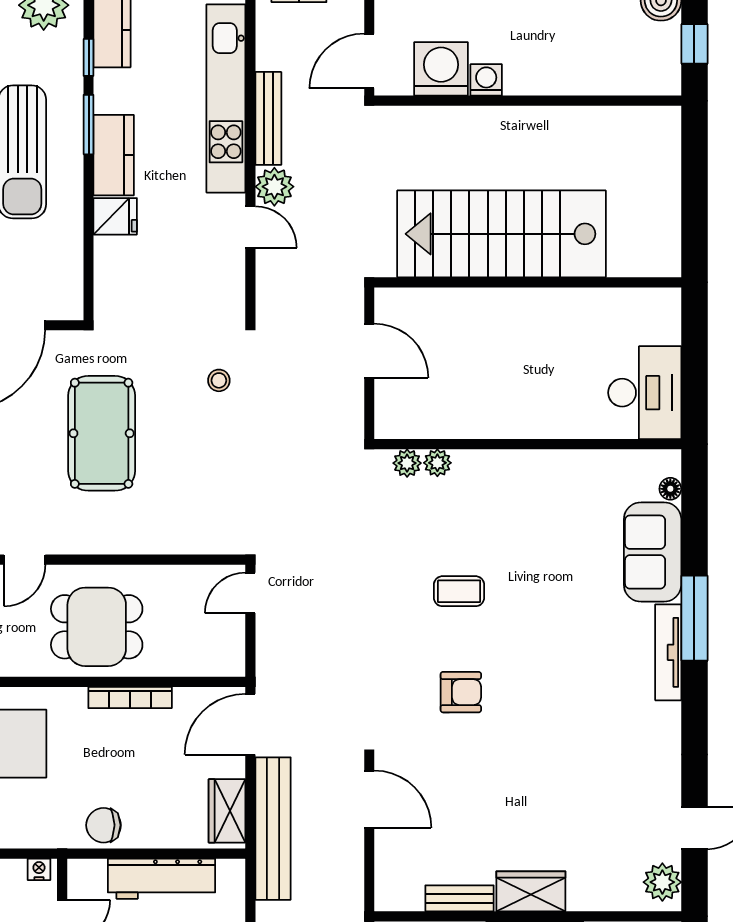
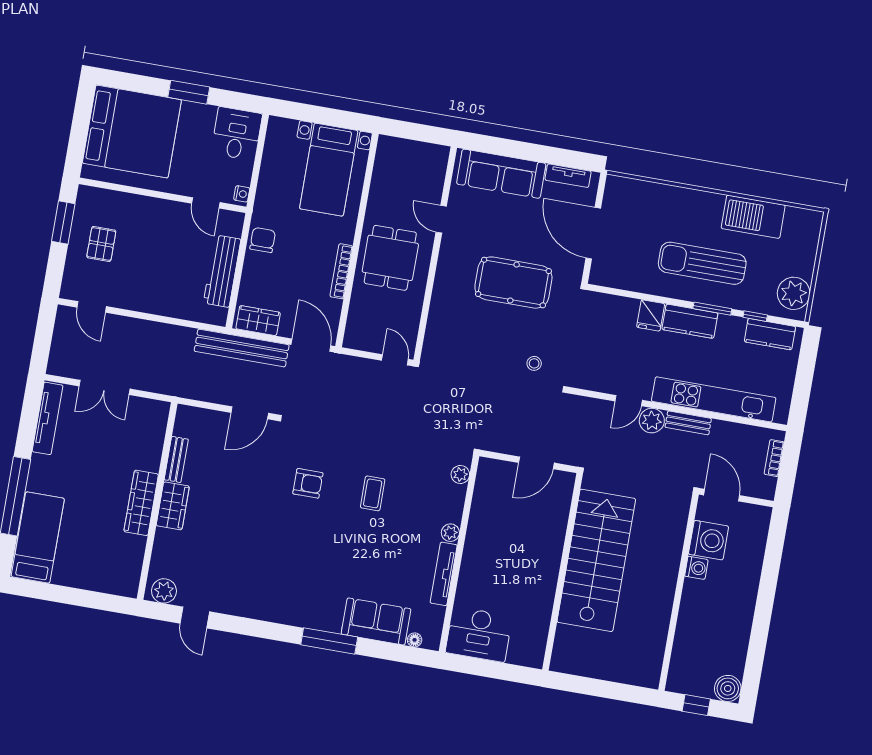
bench: (268, 118) -> (688, 423), width x0.73
plant: (437, 463) -> (450, 533), moved
tv unit: (668, 652) -> (444, 574), moved, turned -90
armchair: (461, 692) -> (308, 483), turned -90

